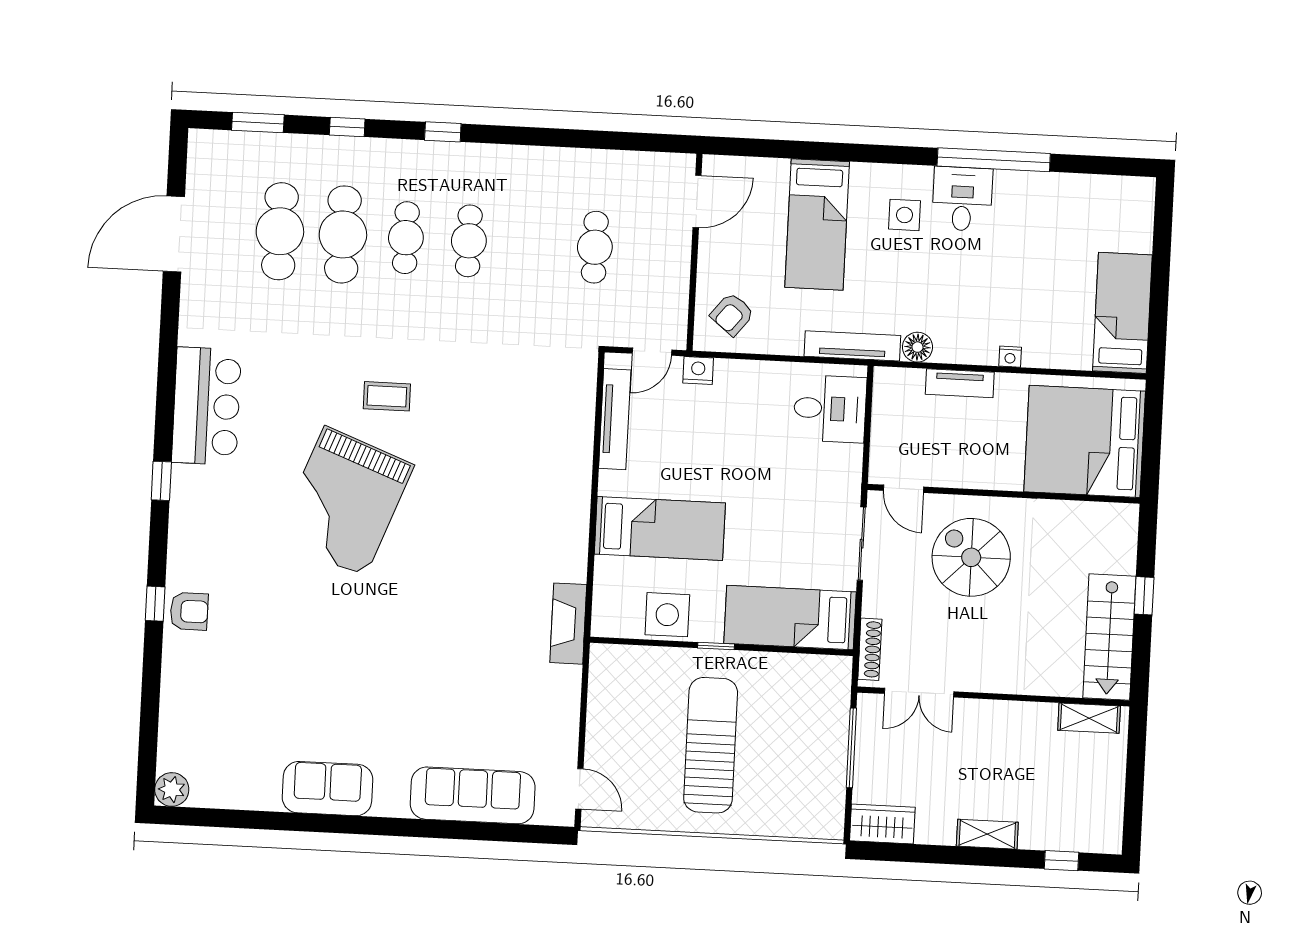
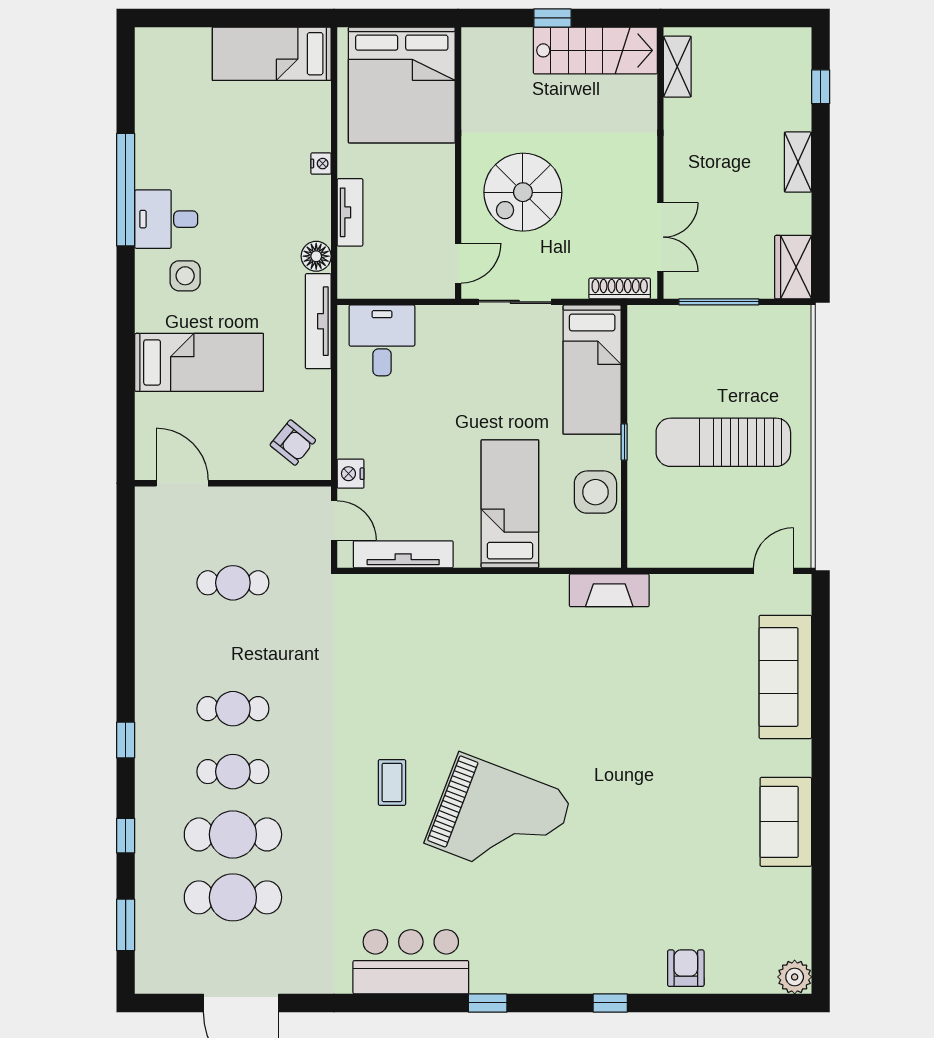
armchair: (189, 611) -> (686, 968), moved

